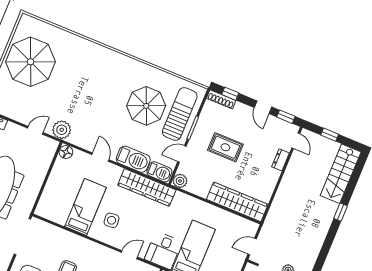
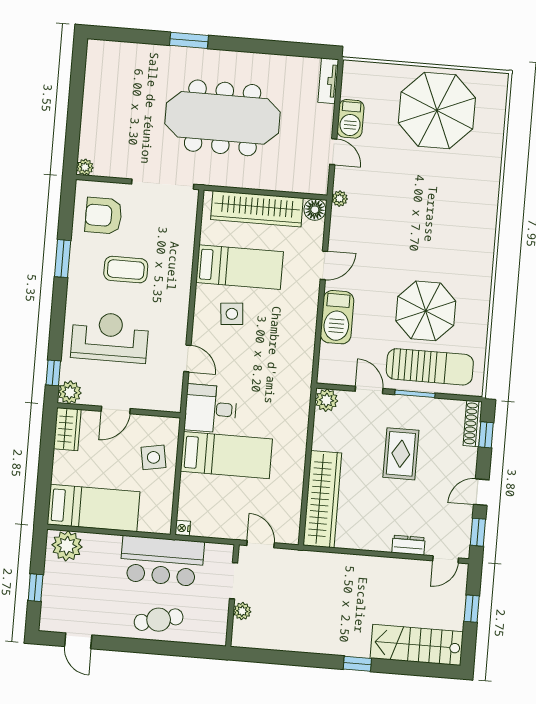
plant: (62, 130) -> (340, 199), width x0.53, depth x0.53
barbecue: (159, 172) -> (351, 119), moved
wardrobe: (147, 187) -> (257, 209), moved, turned -90

